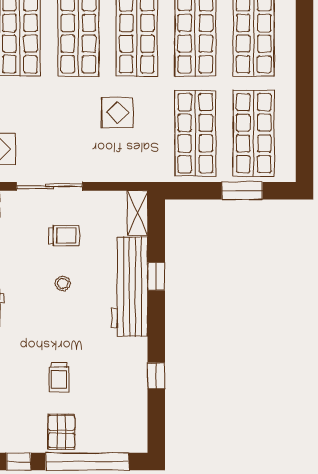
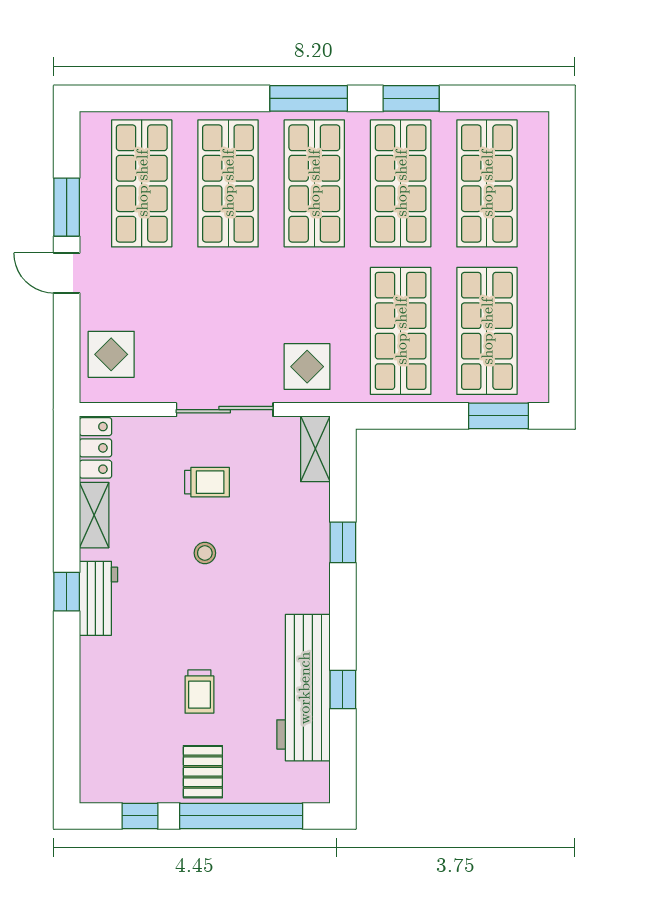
display table: (117, 113) -> (307, 367), moved
sliding door: (49, 186) -> (225, 410), moved
window: (242, 191) -> (498, 416), moved
workbench: (129, 287) -> (304, 688), moved

